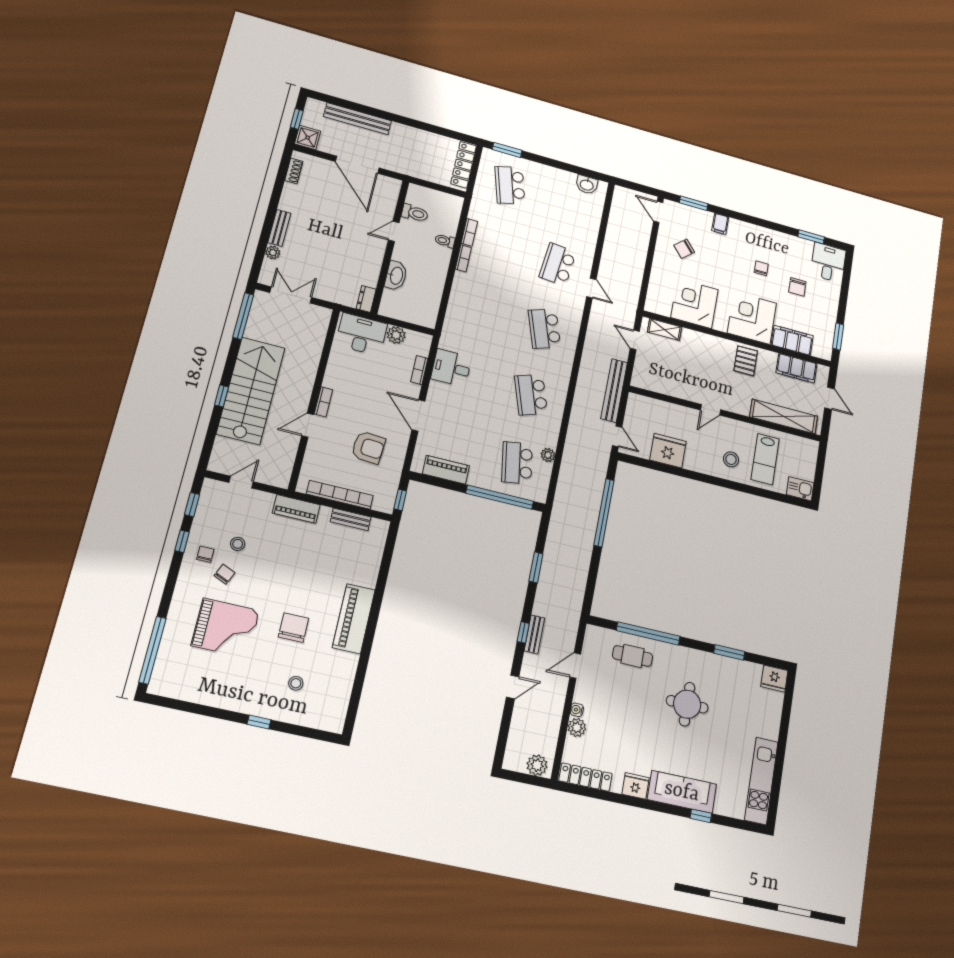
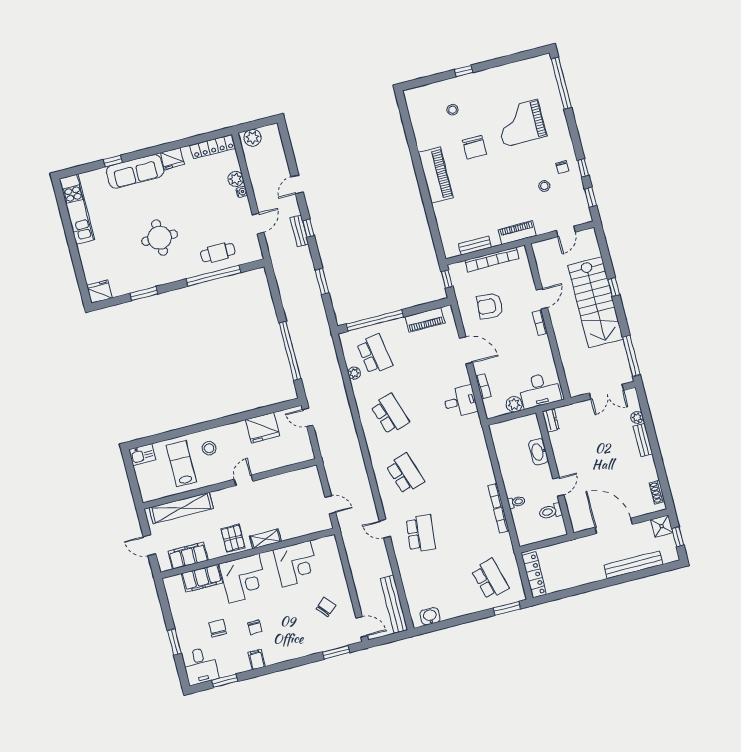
filing cabinet: (720, 224) -> (257, 660), moved
shelving: (665, 330) -> (265, 539), moved
window: (838, 336) -> (174, 642), moved
bench: (614, 391) -> (394, 604), moved
chair: (224, 574) -> (542, 160), removed

